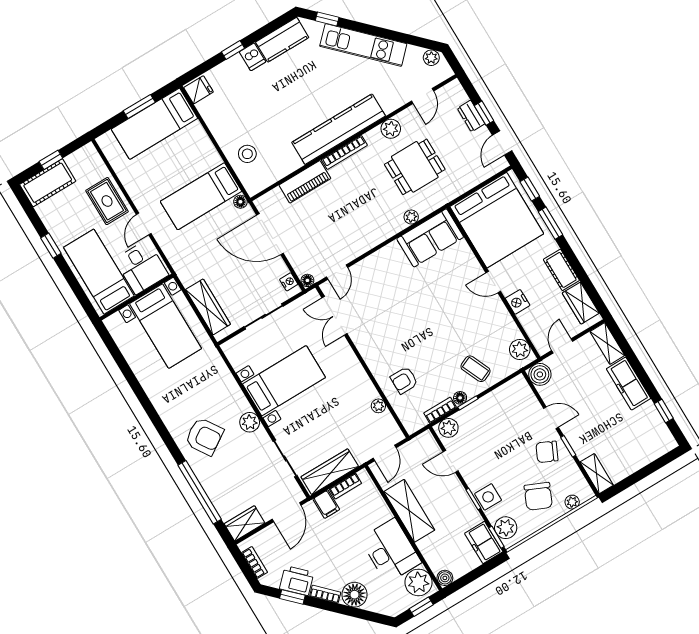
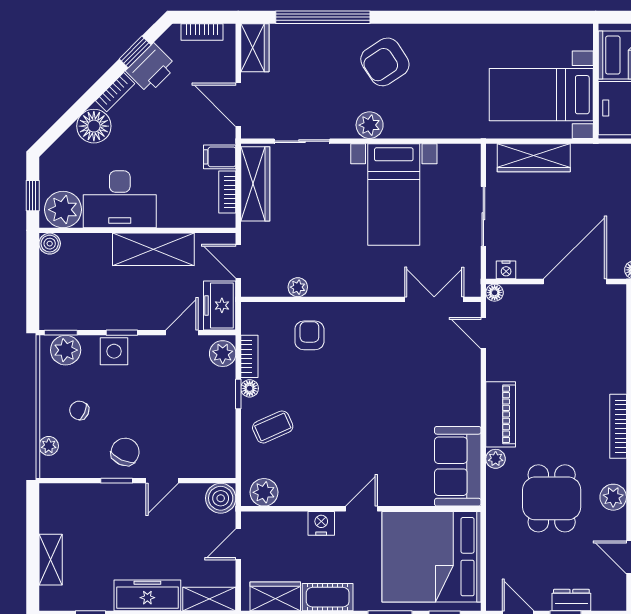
piano: (305, 182) -> (501, 414), moved, turned 180
door: (562, 346) -> (238, 544), swing flipped
shelving: (597, 474) -> (51, 560), moved, turned 90
chair: (538, 496) -> (79, 410), width x0.54, depth x0.54
freezer: (484, 543) -> (220, 305), moved, turned -90

